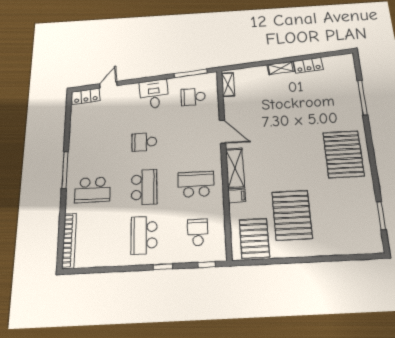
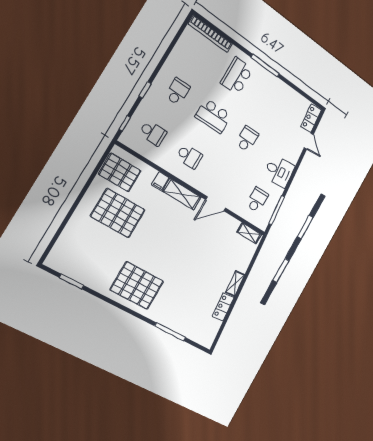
school desk: (196, 184) -> (189, 156), width x0.54
school desk: (144, 235) -> (178, 92), width x0.54

